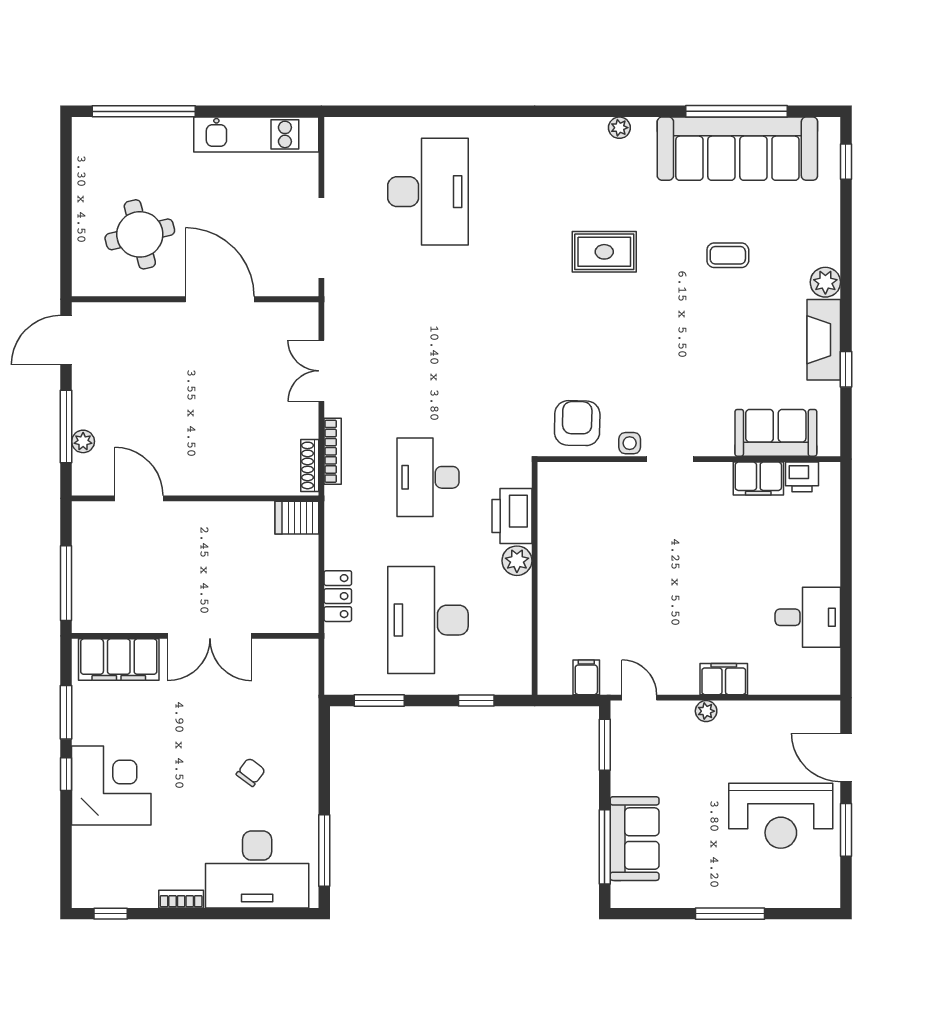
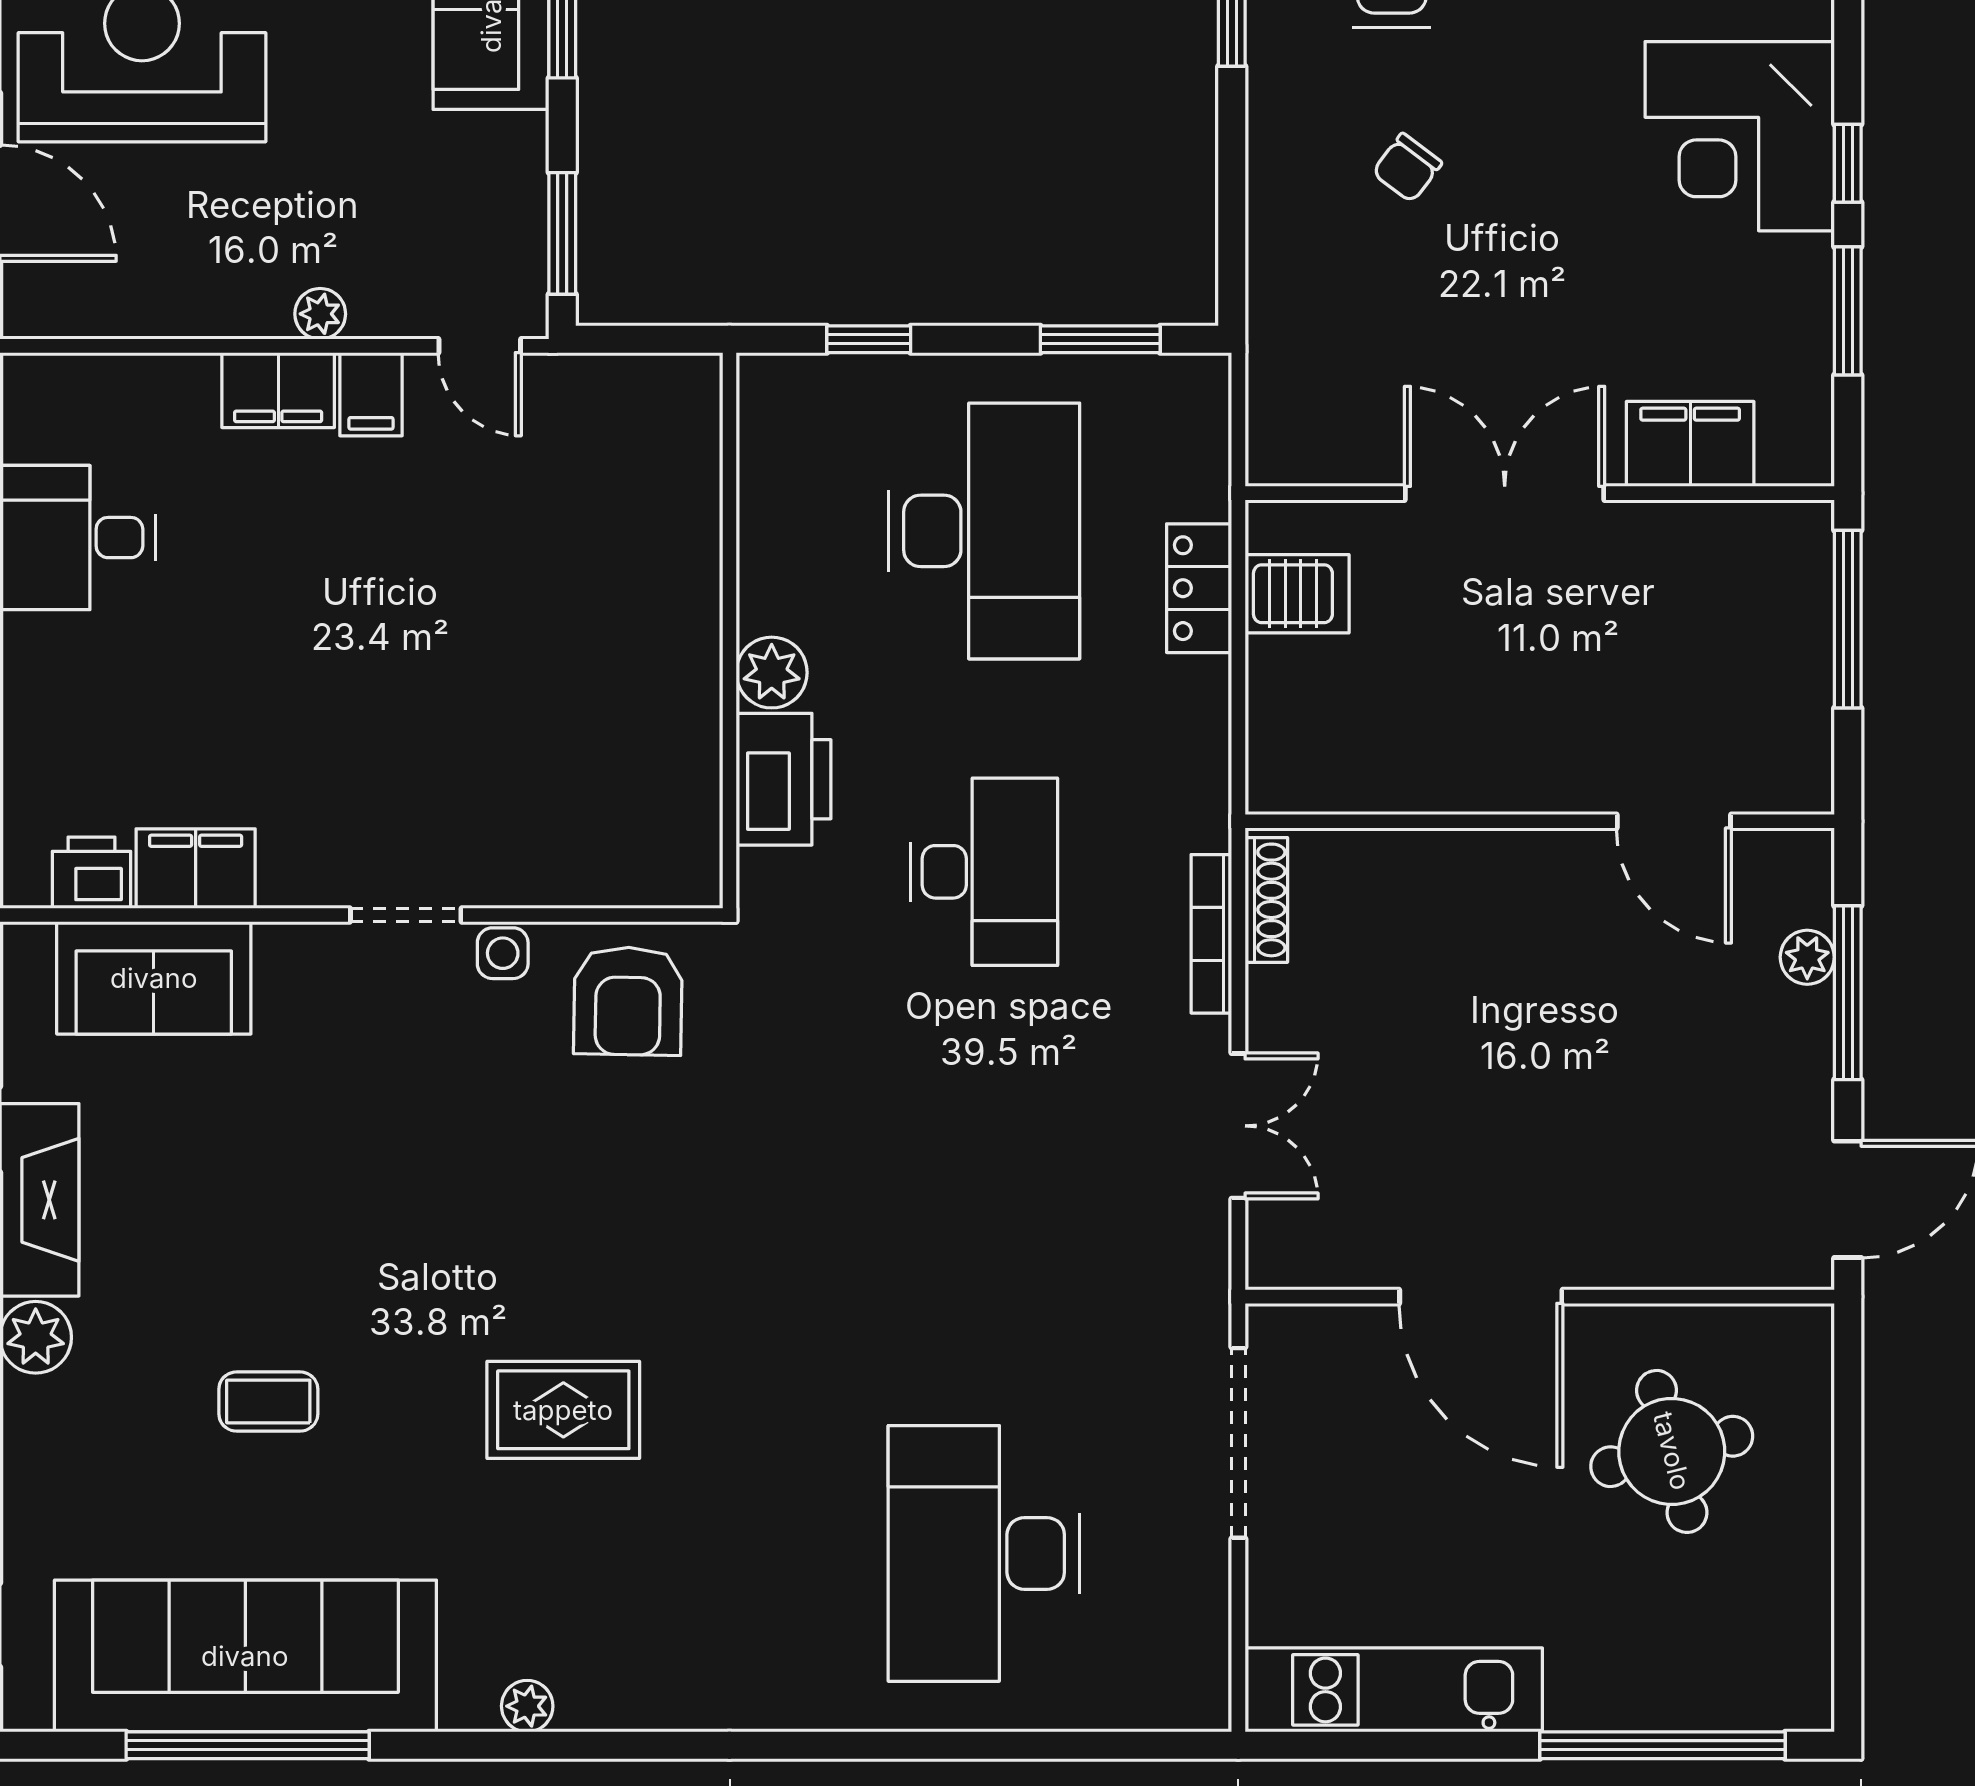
server rack: (297, 518) -> (1297, 594), moved
filing cabinet: (119, 659) -> (1690, 444), width x0.67, depth x0.86
filing cabinet: (586, 677) -> (371, 394), moved

